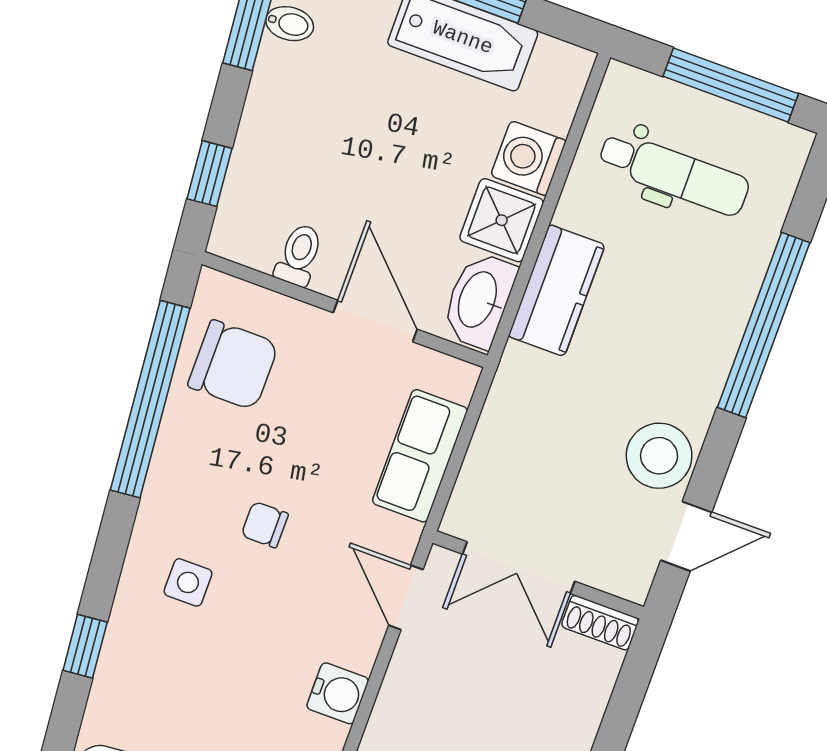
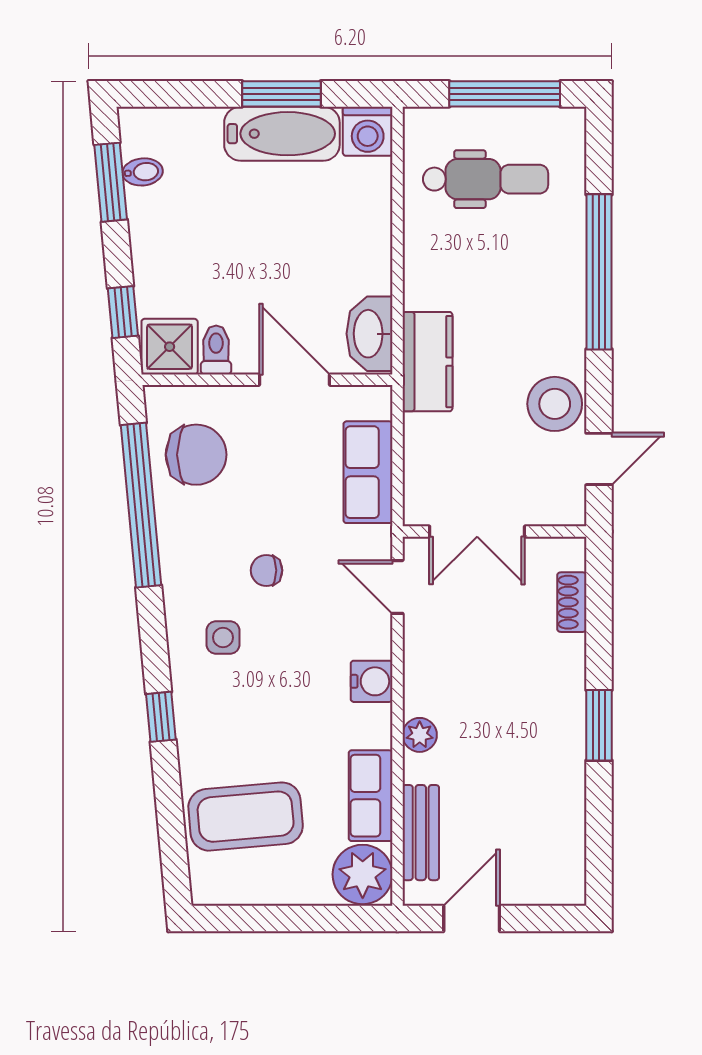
washing machine: (528, 158) -> (368, 131), moved, turned -90
shower: (502, 220) -> (170, 347), moved
kitchen counter: (557, 290) -> (427, 362), moved
shoe rack: (600, 623) -> (572, 602), moved, turned 90

